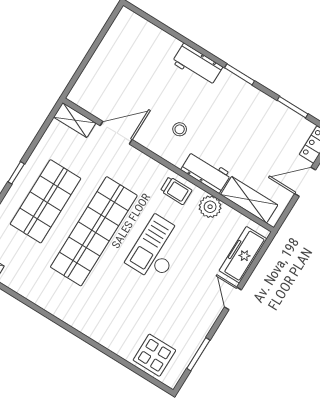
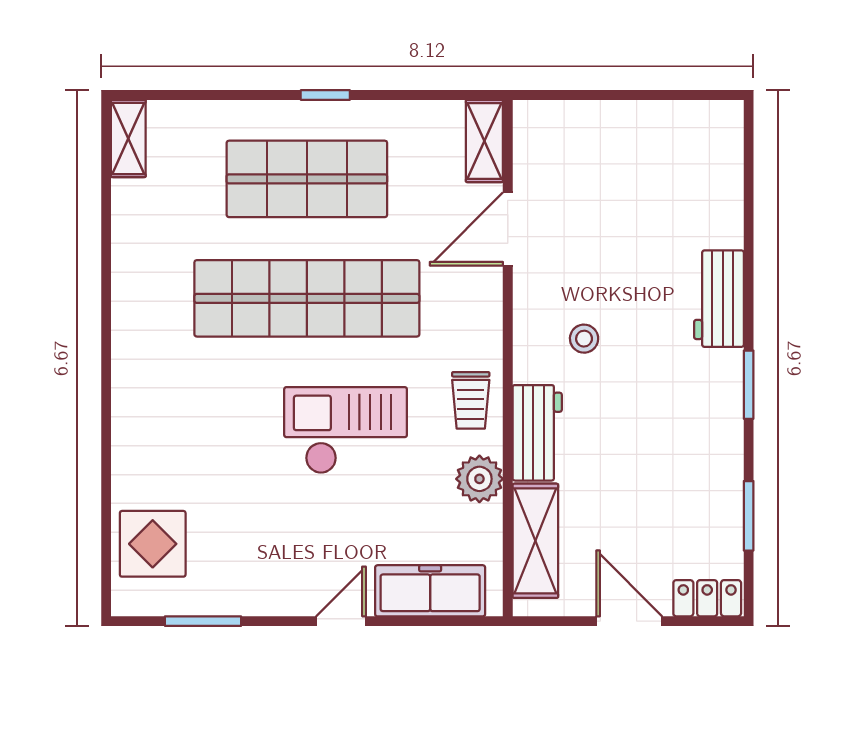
door: (116, 133) -> (508, 229), swing flipped

